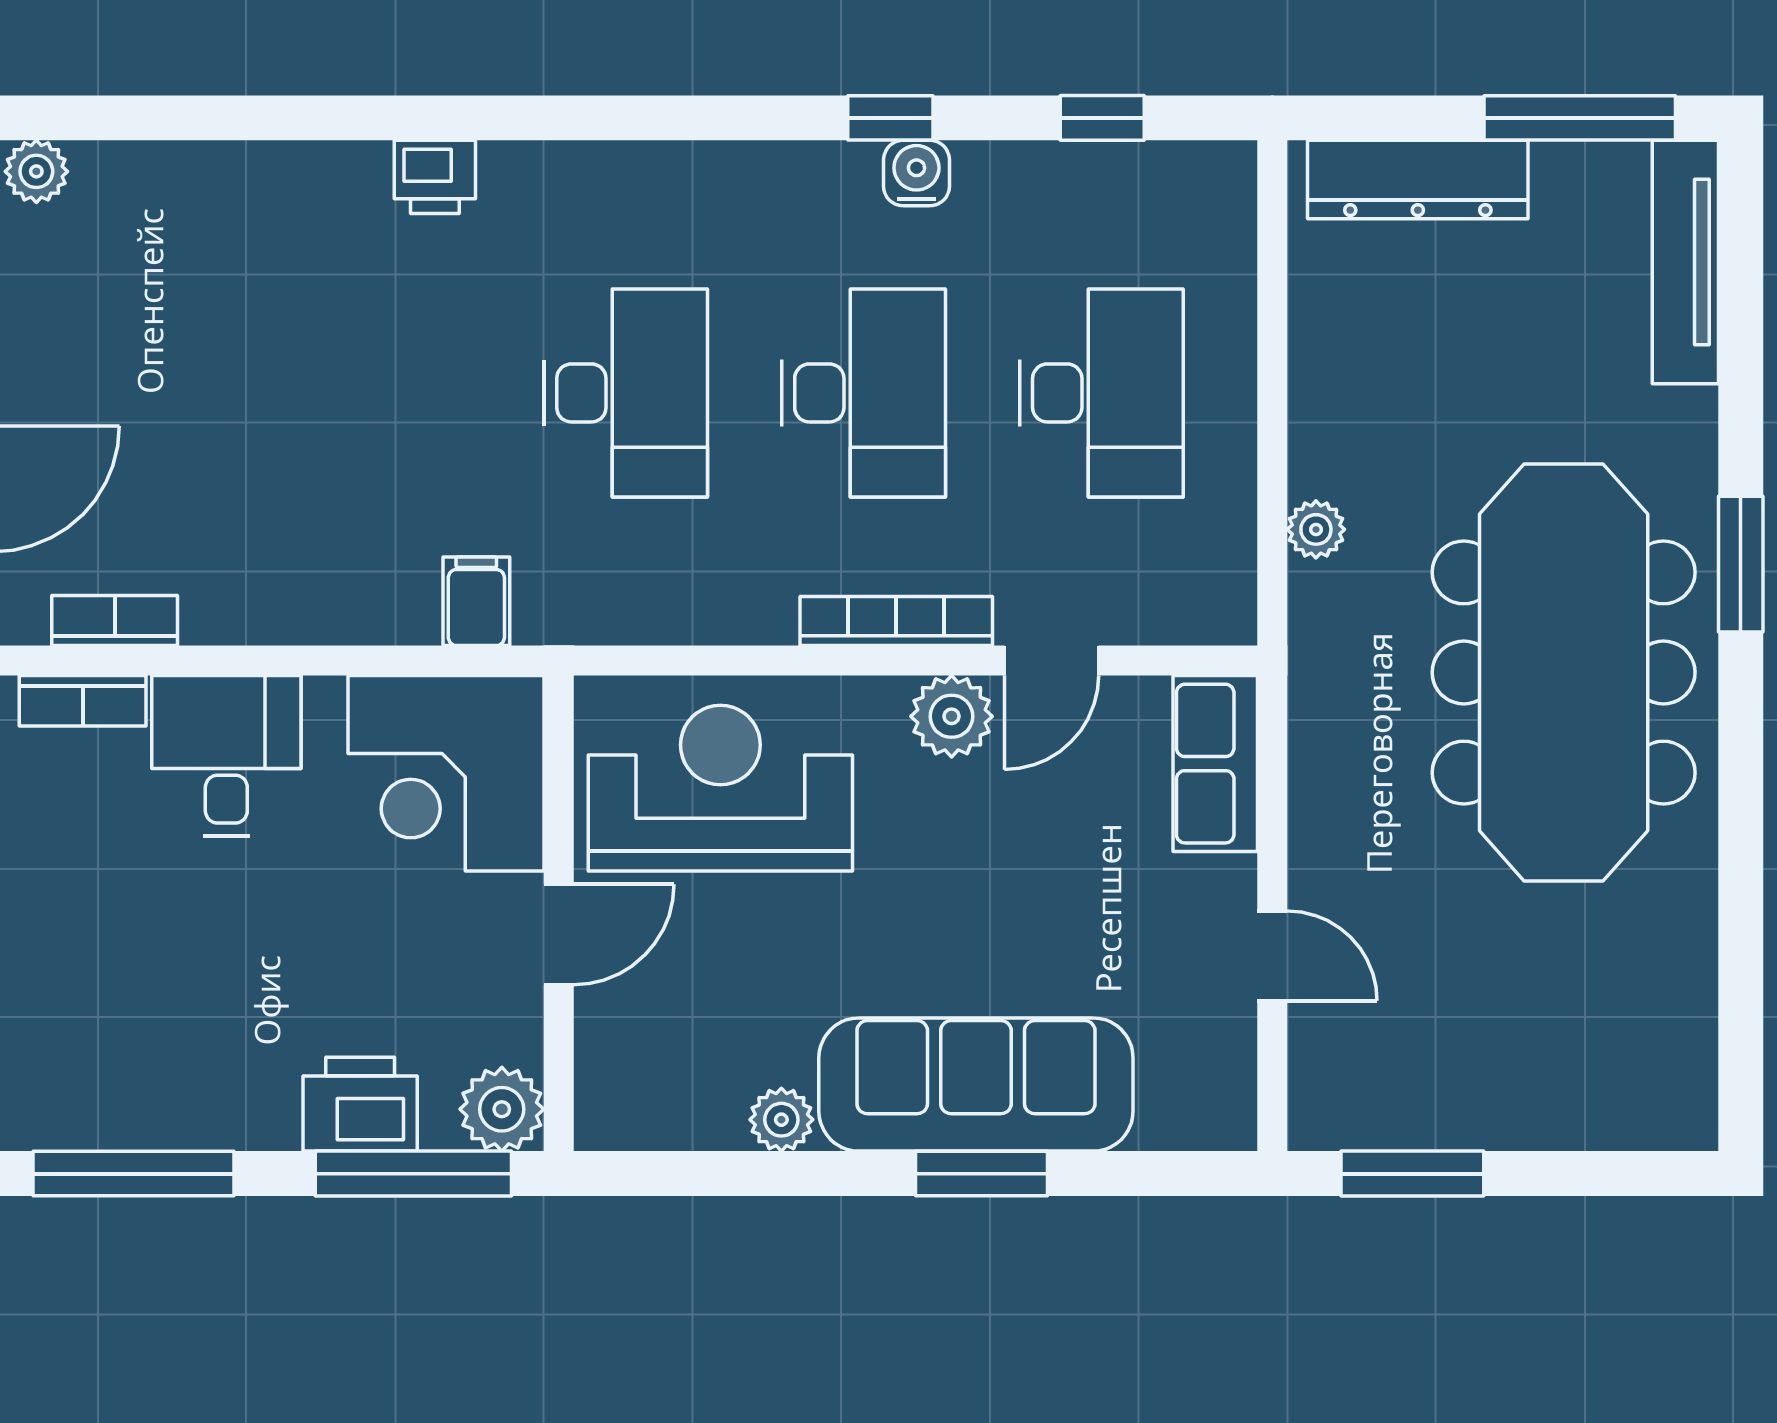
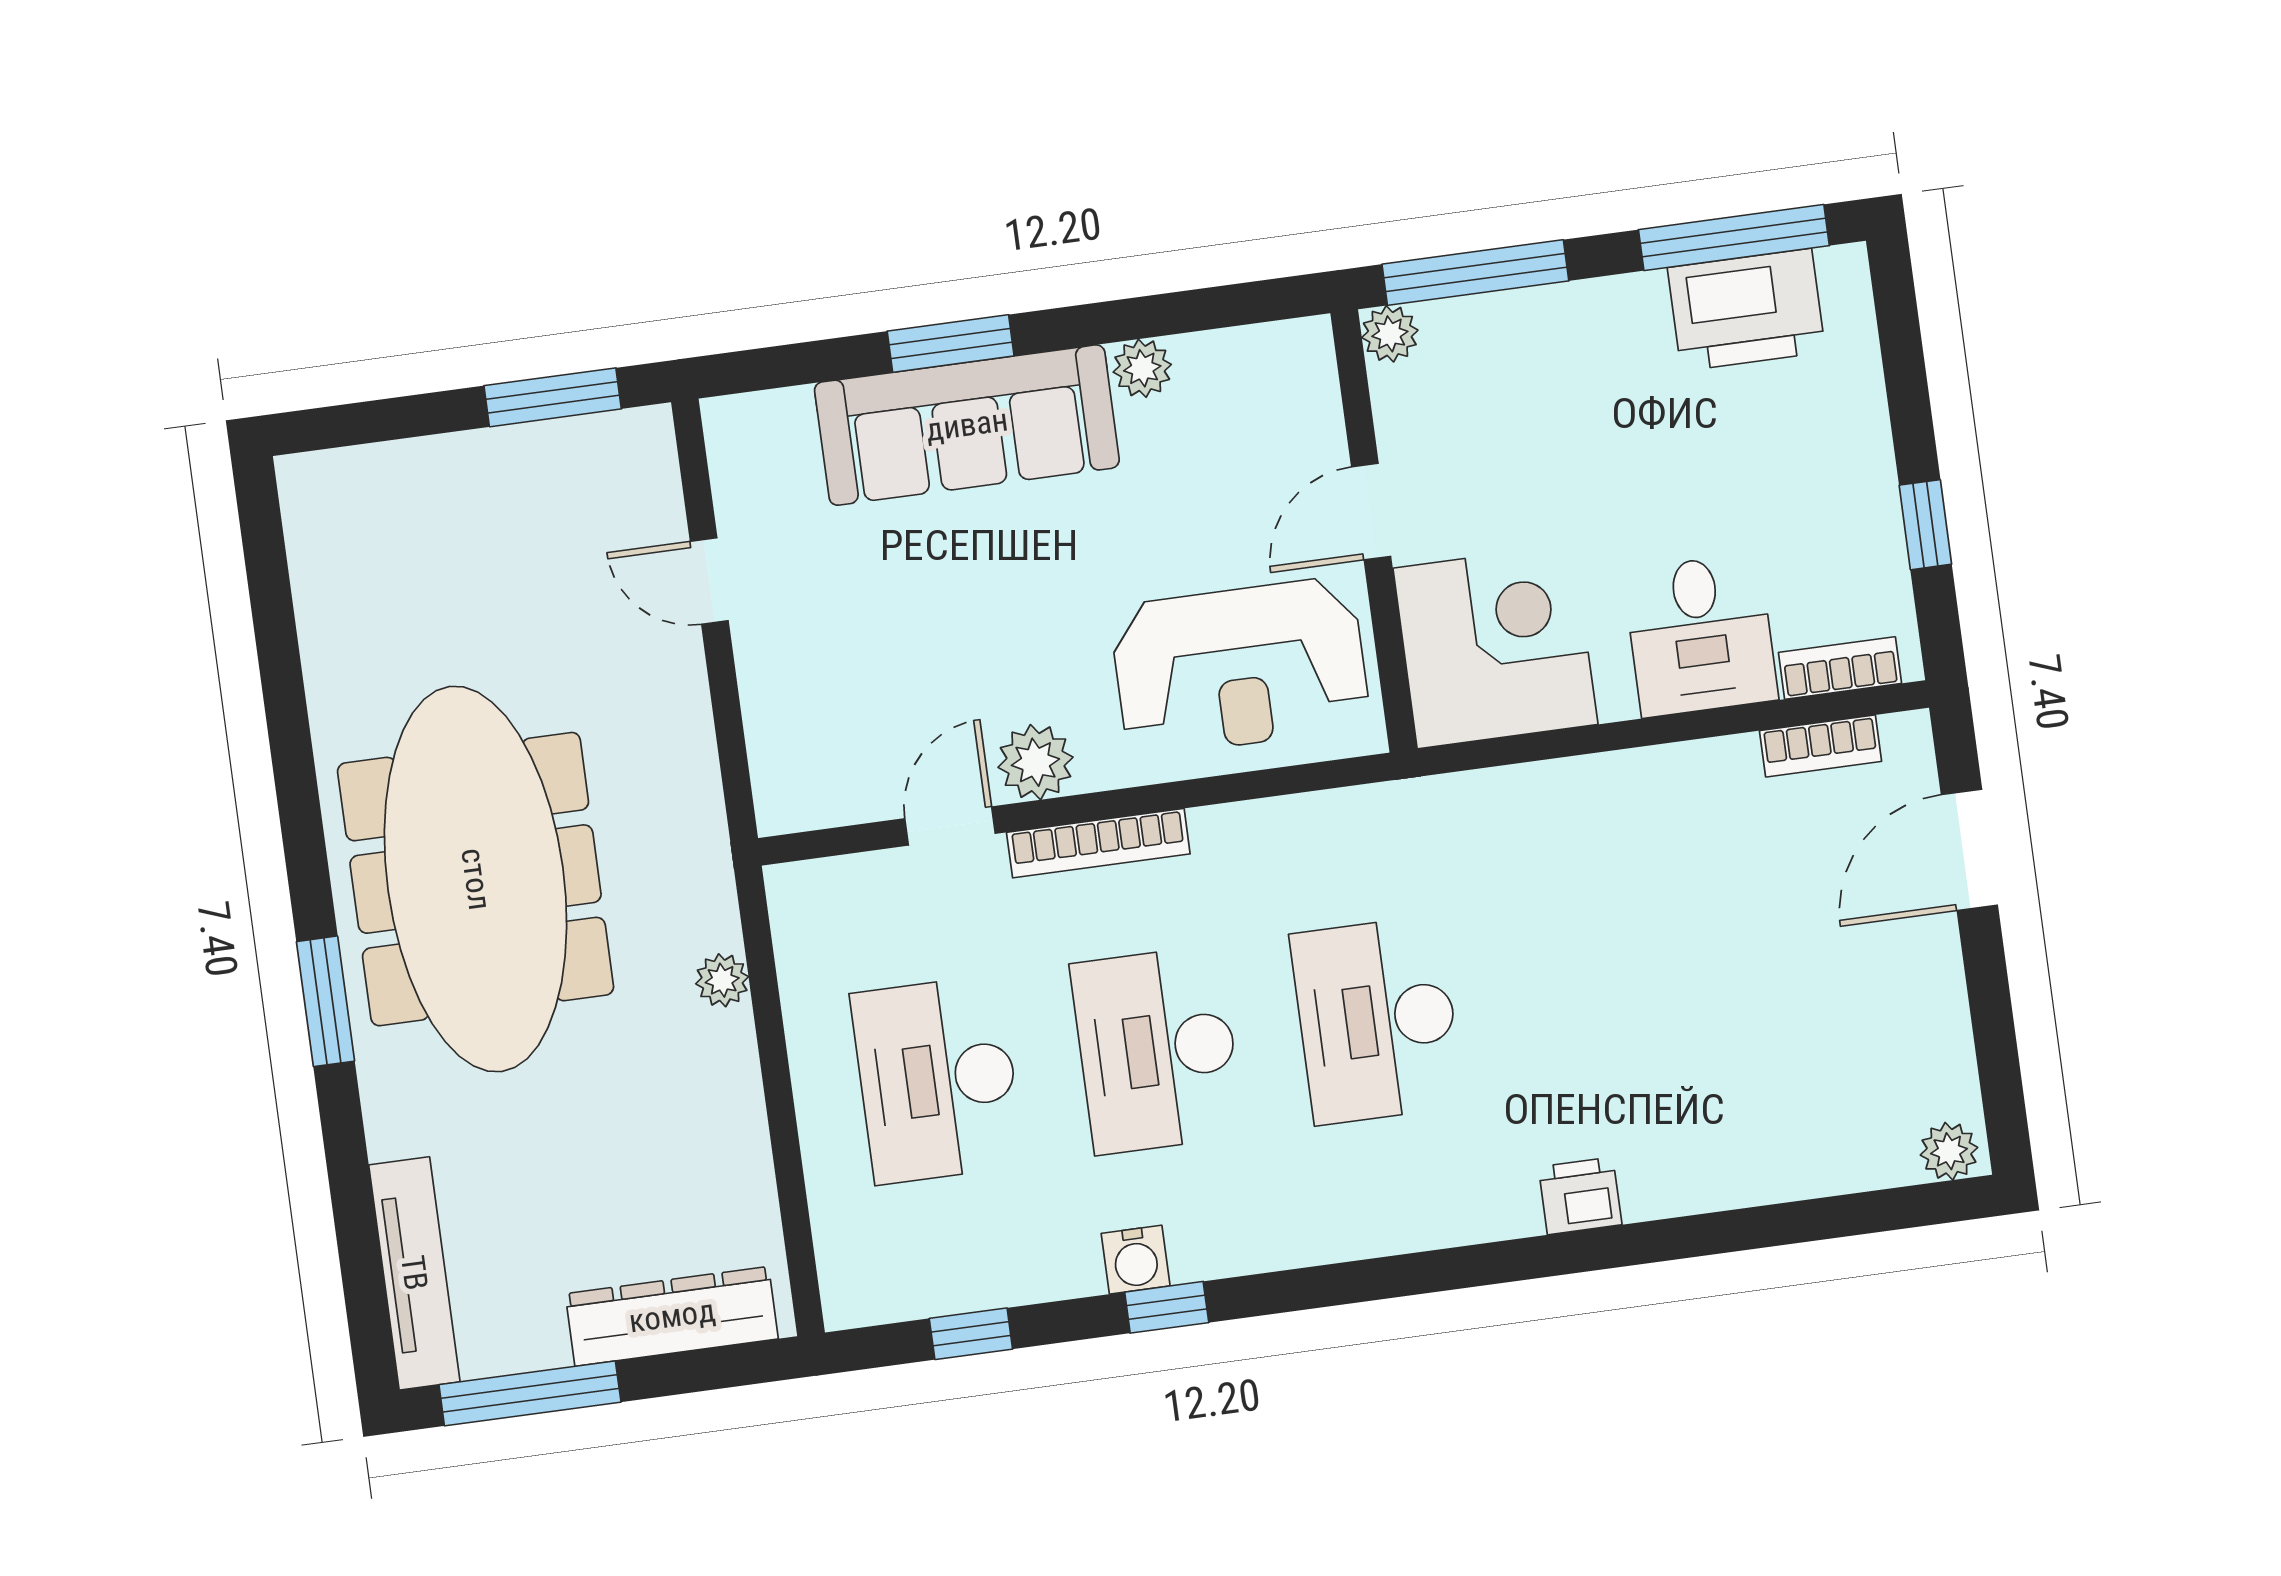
filing cabinet: (476, 601) -> (1489, 809), removed
row of seats: (1215, 764) -> (786, 751), removed
printer: (360, 1104) -> (1746, 310), moved, width x1.37, depth x1.19
plant: (502, 1109) -> (1390, 334), width x0.73, depth x0.73

